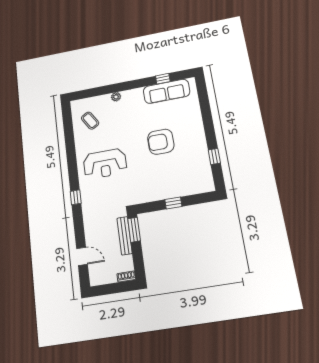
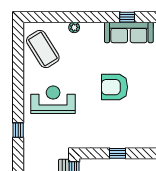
coffee table: (90, 121) -> (43, 49), width x1.86, depth x1.72
reception desk: (105, 164) -> (53, 100), turned 180

